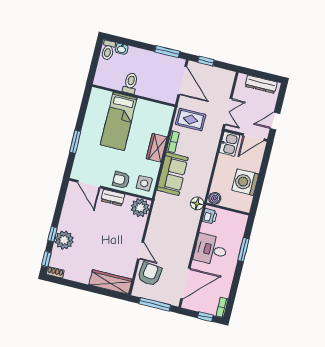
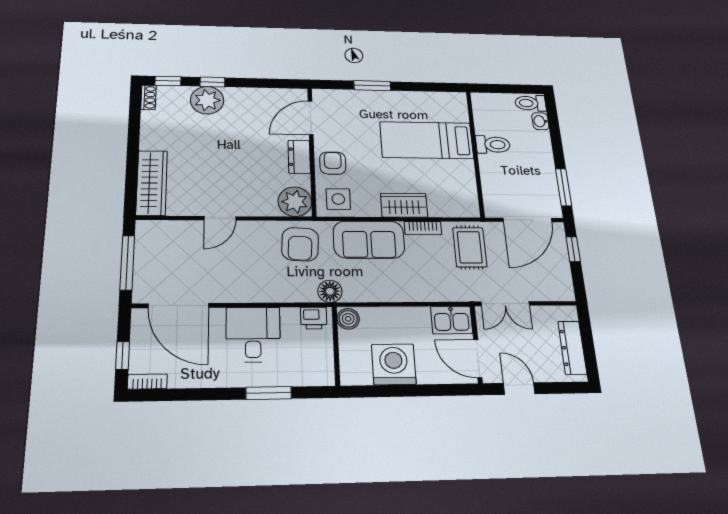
armchair: (150, 274) -> (300, 244), moved, turned 87

